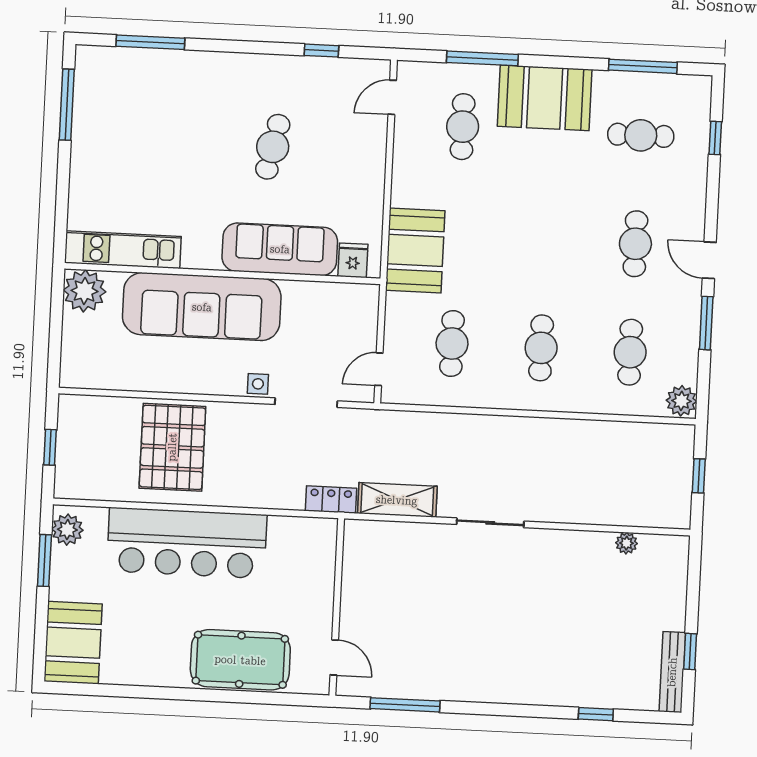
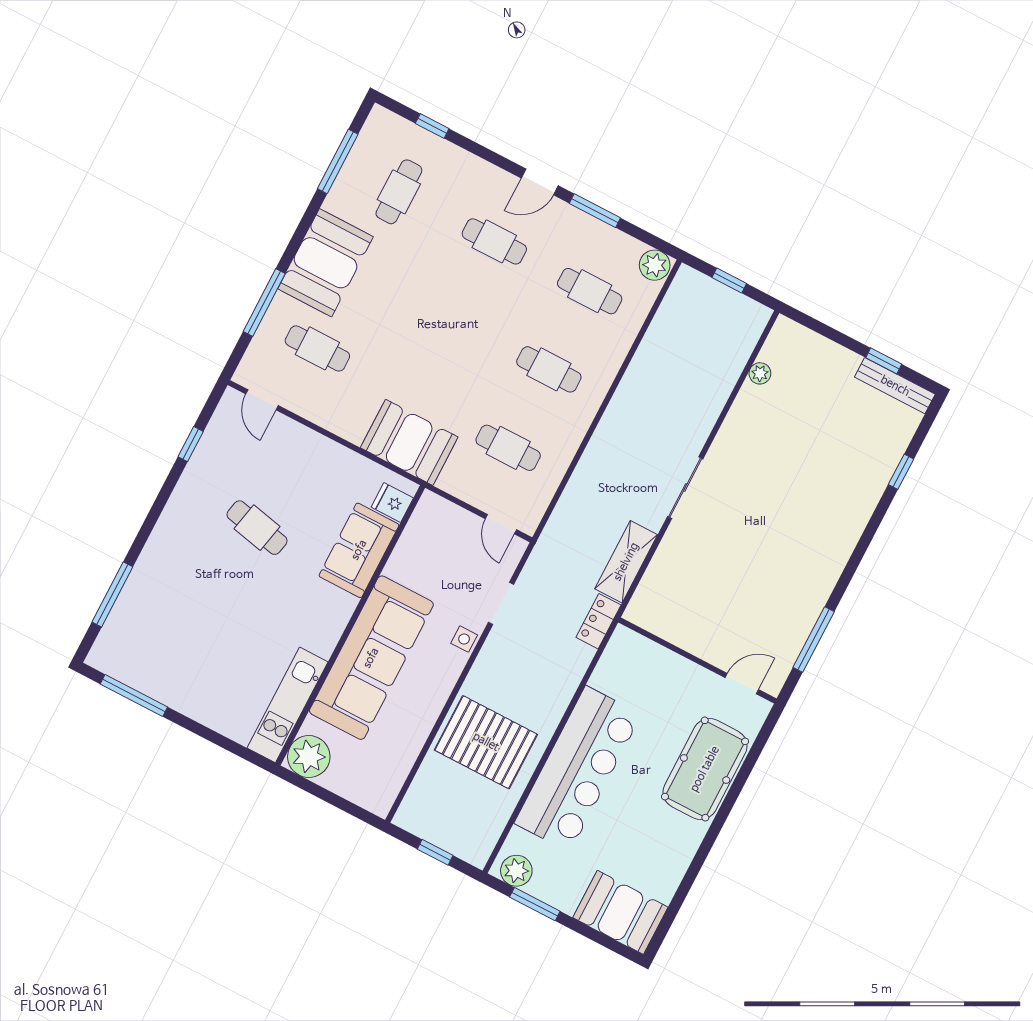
sofa: (280, 249) -> (359, 550), width x0.73
doorway: (306, 403) -> (501, 603), width x0.73

